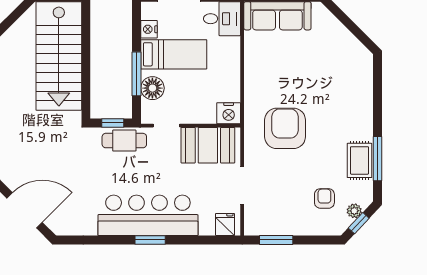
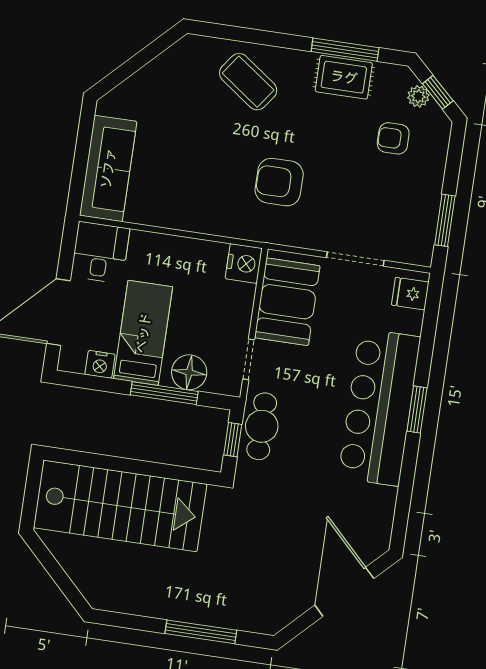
coffee table: (347, 99) -> (248, 82), added
armchair: (285, 128) -> (279, 182), width x0.73, depth x0.73

